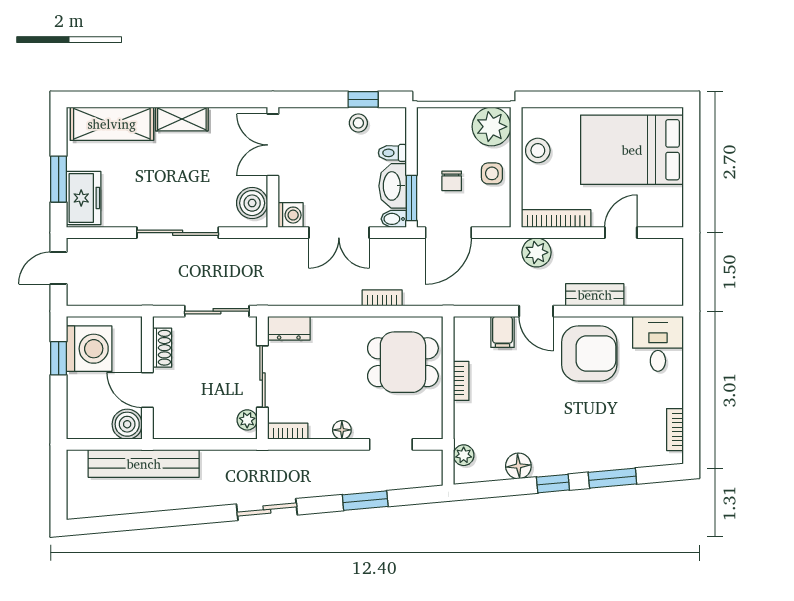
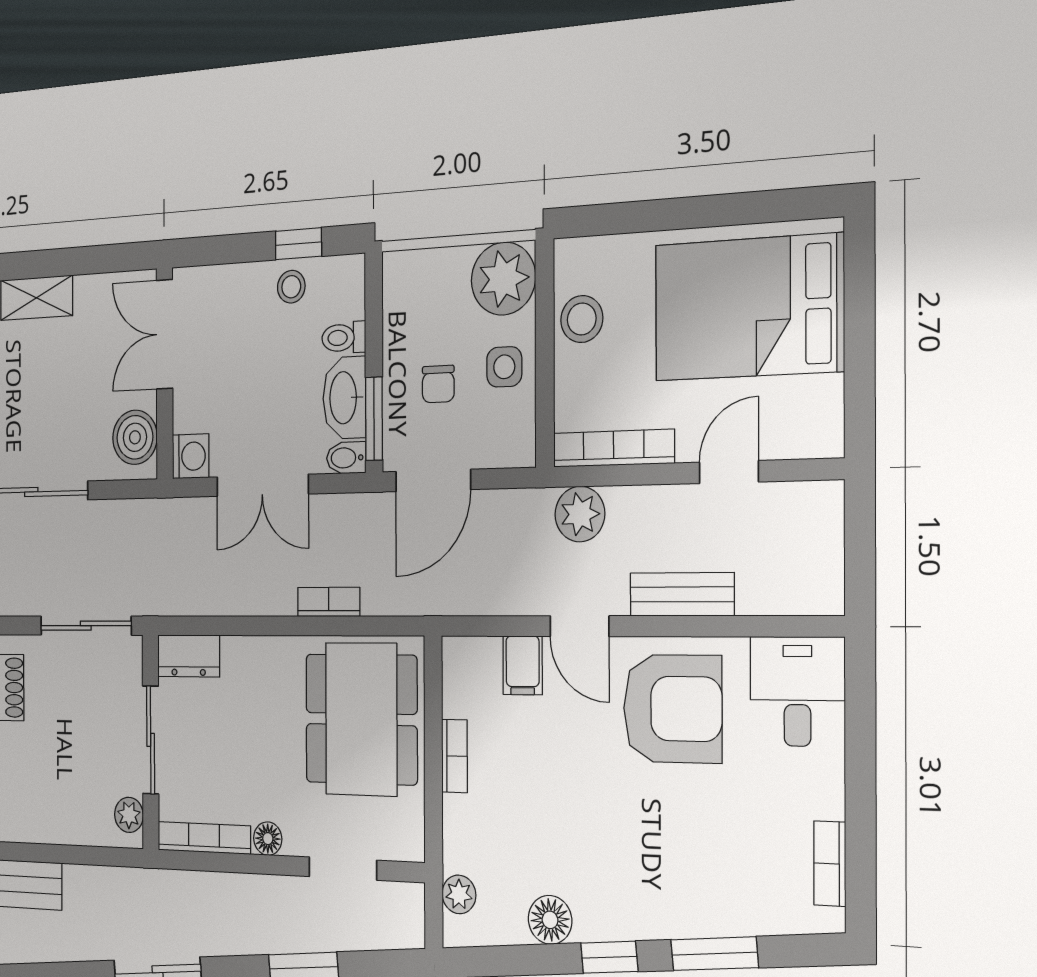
dining table: (403, 362) -> (361, 719), width x1.38
bookcase: (288, 431) -> (204, 838), width x1.56

